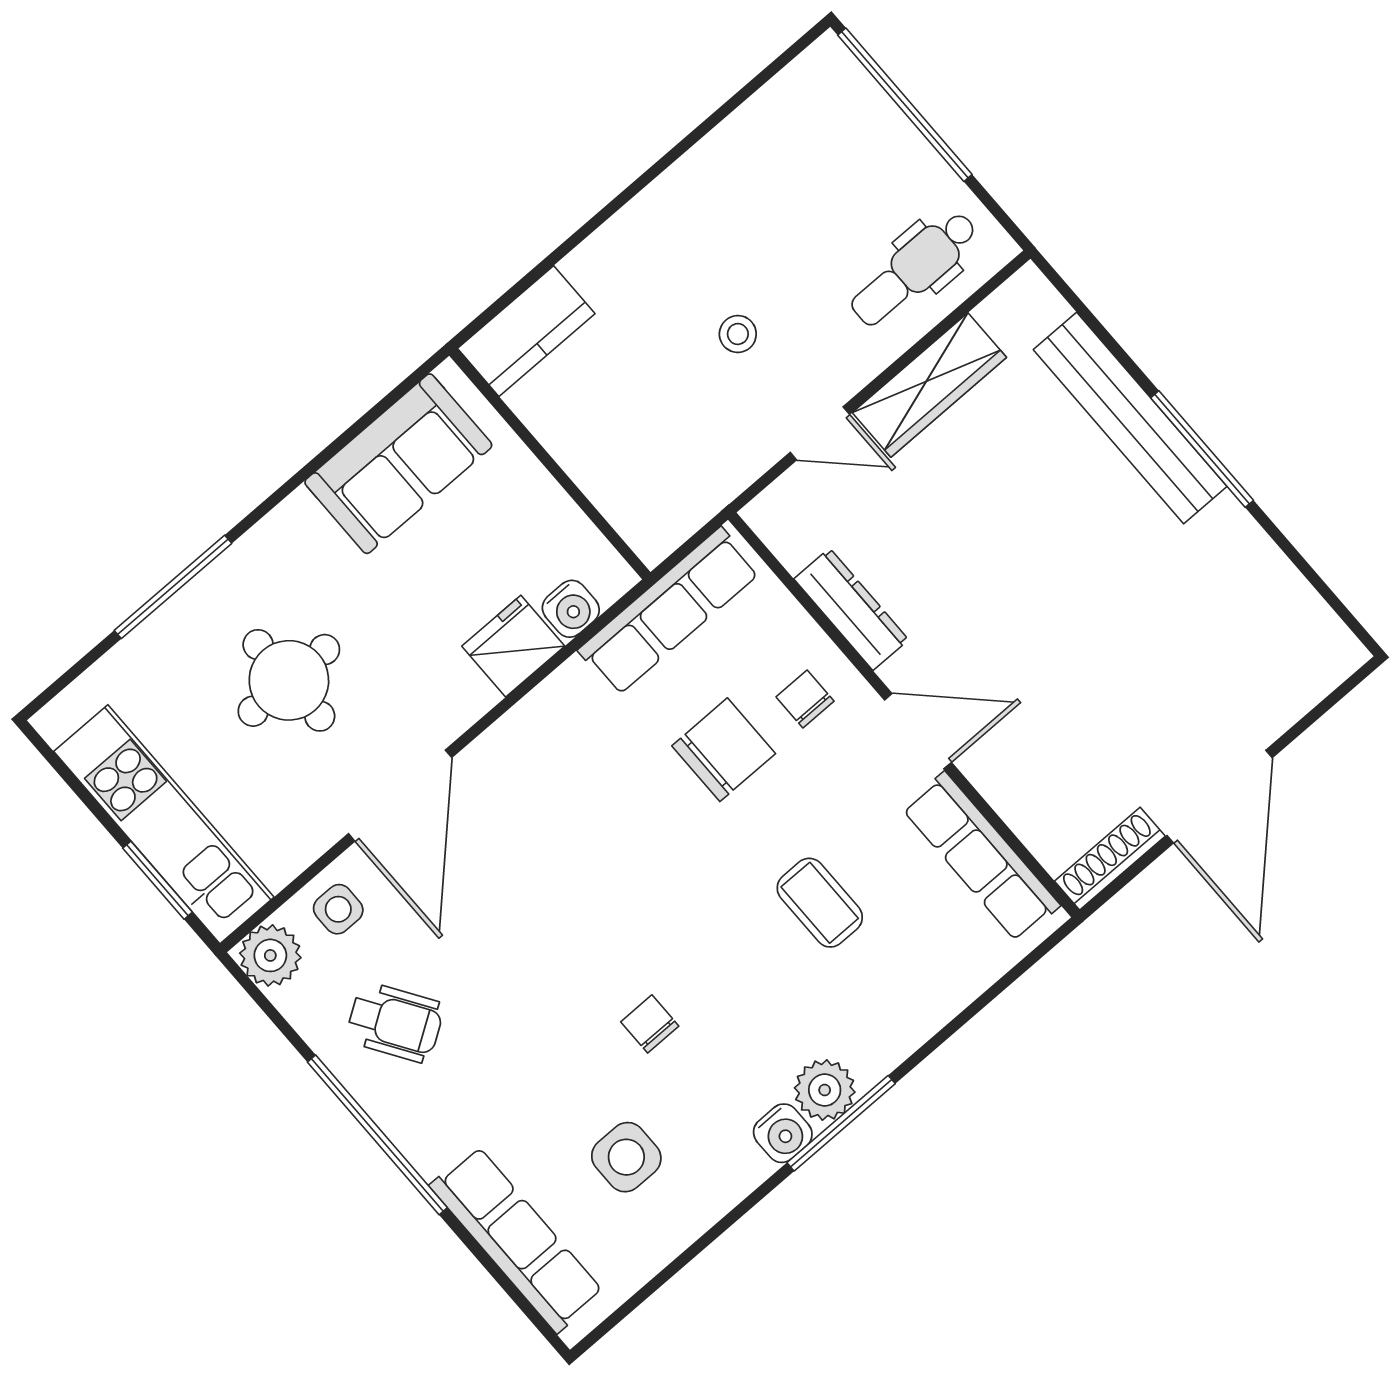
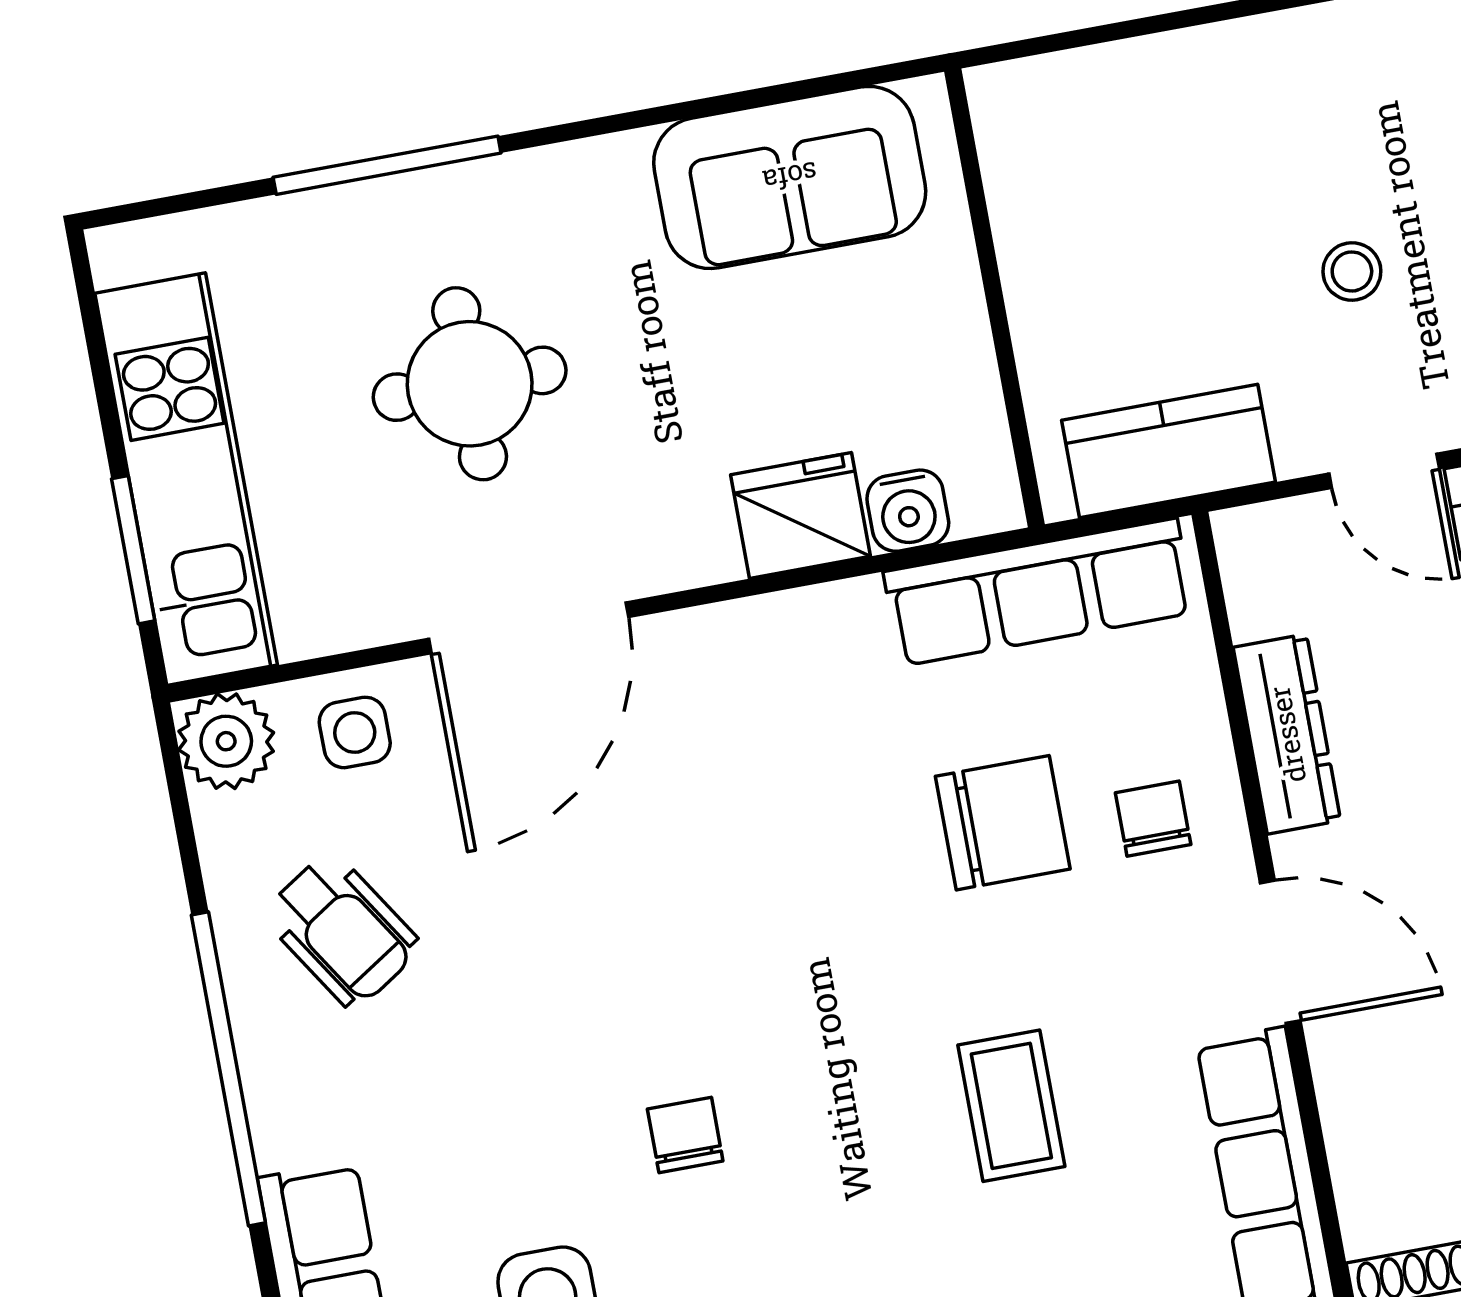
kitchen counter: (526, 331) -> (1169, 451), moved, turned 180

